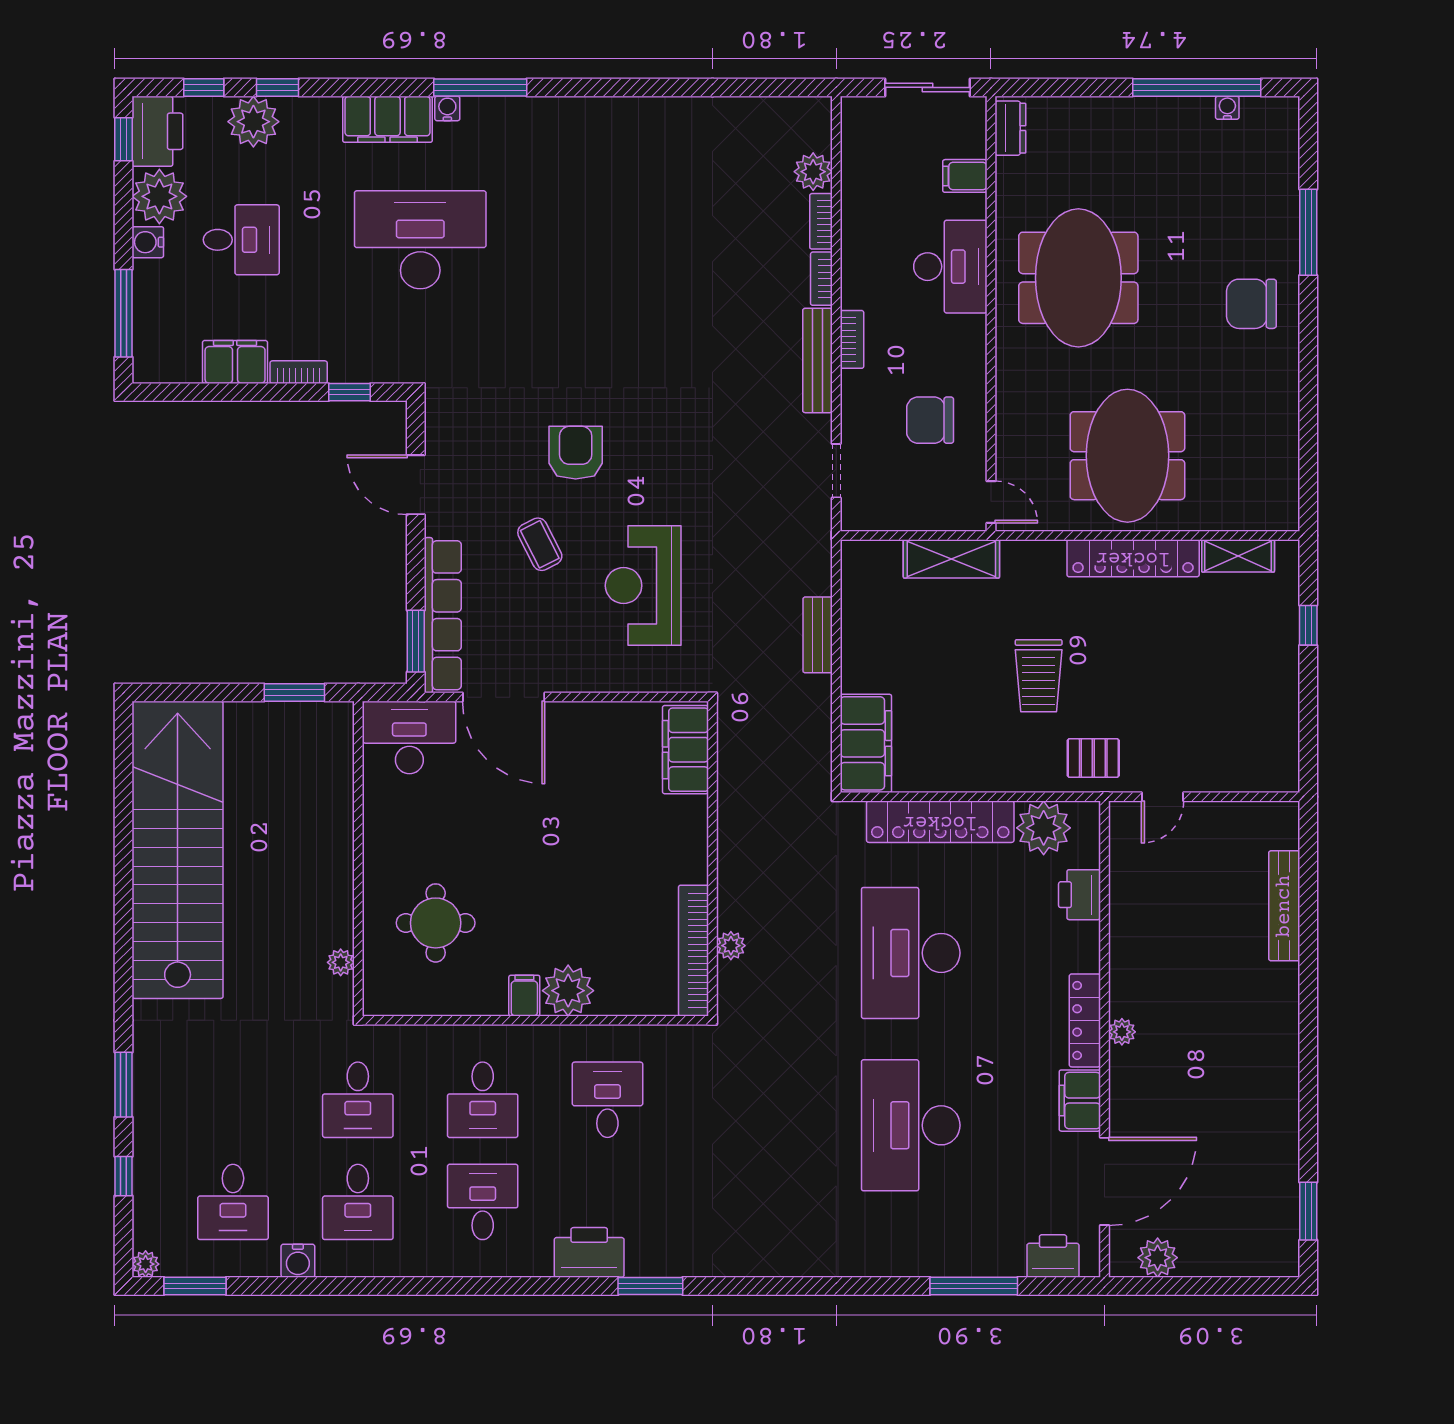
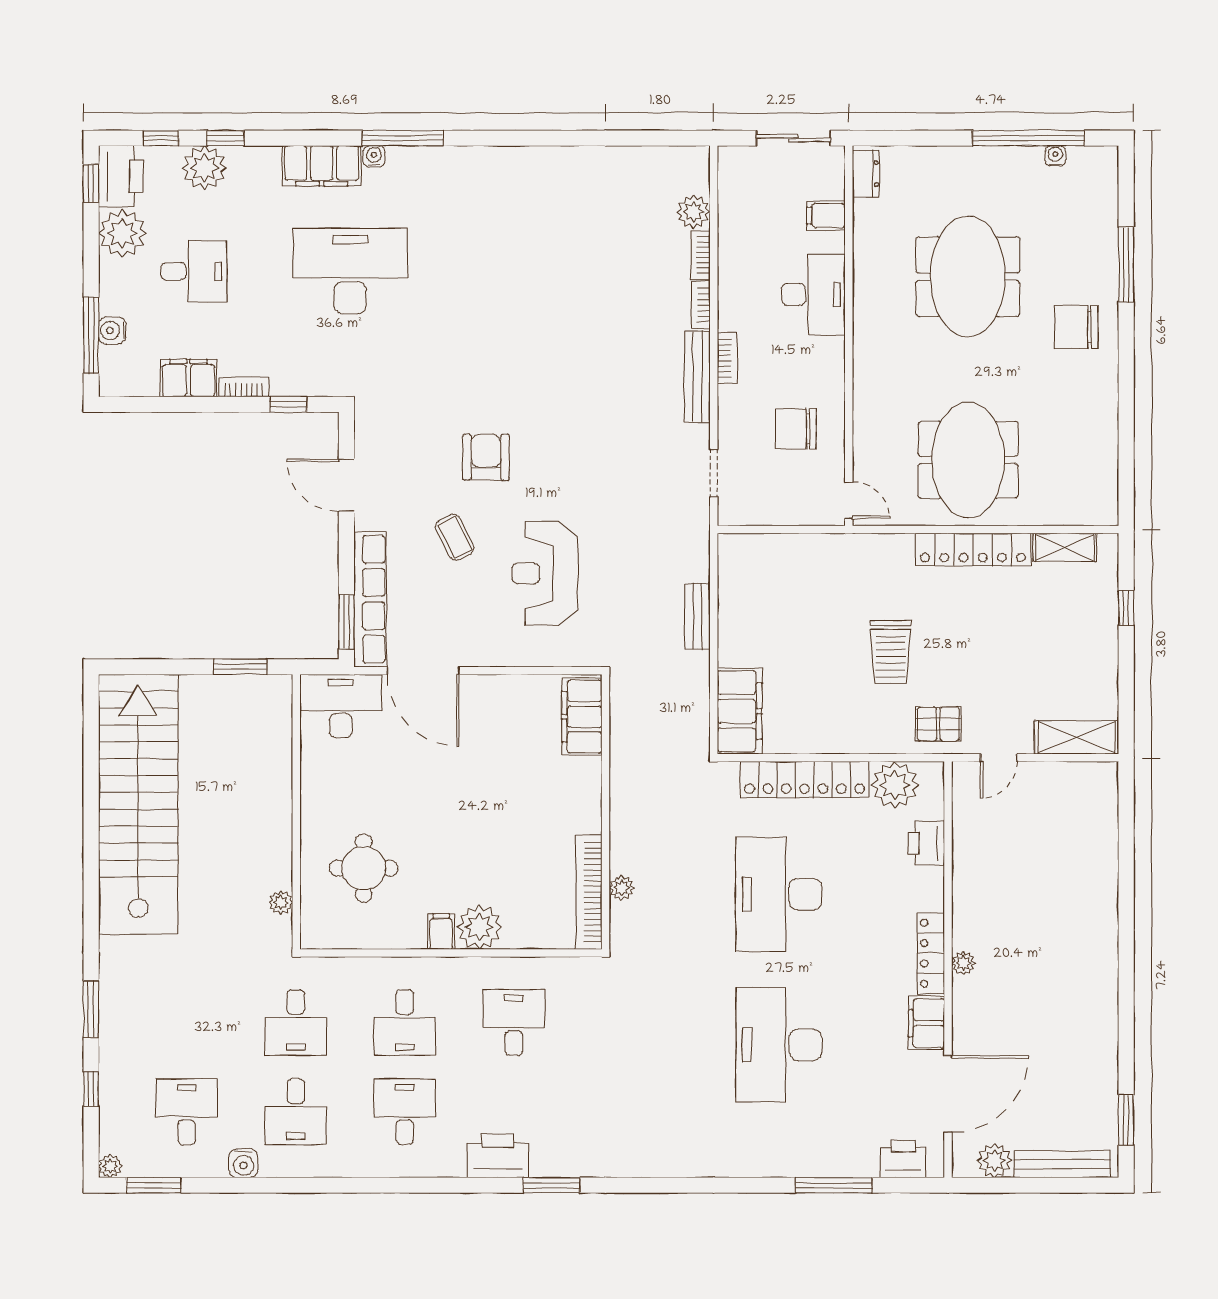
water cooler: (148, 242) -> (112, 331), moved
meeting table: (1078, 278) -> (968, 277), moved
shelving: (951, 559) -> (1077, 737), moved
bench: (1284, 906) -> (1062, 1164), moved, turned 90
desk: (233, 1202) -> (187, 1112), turned 180

